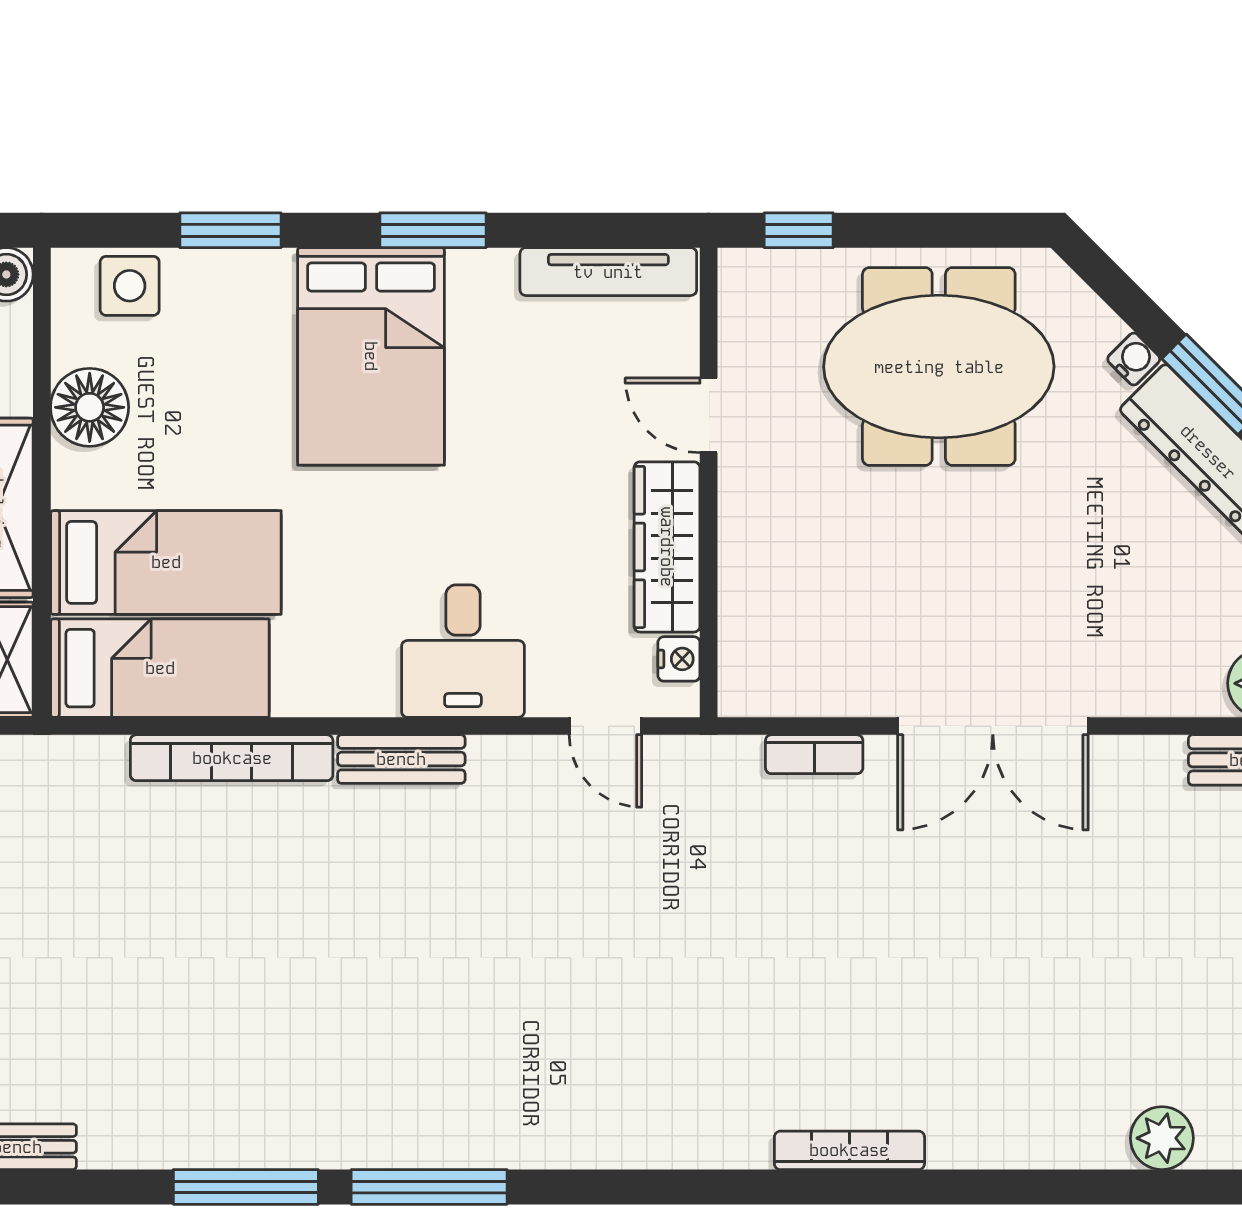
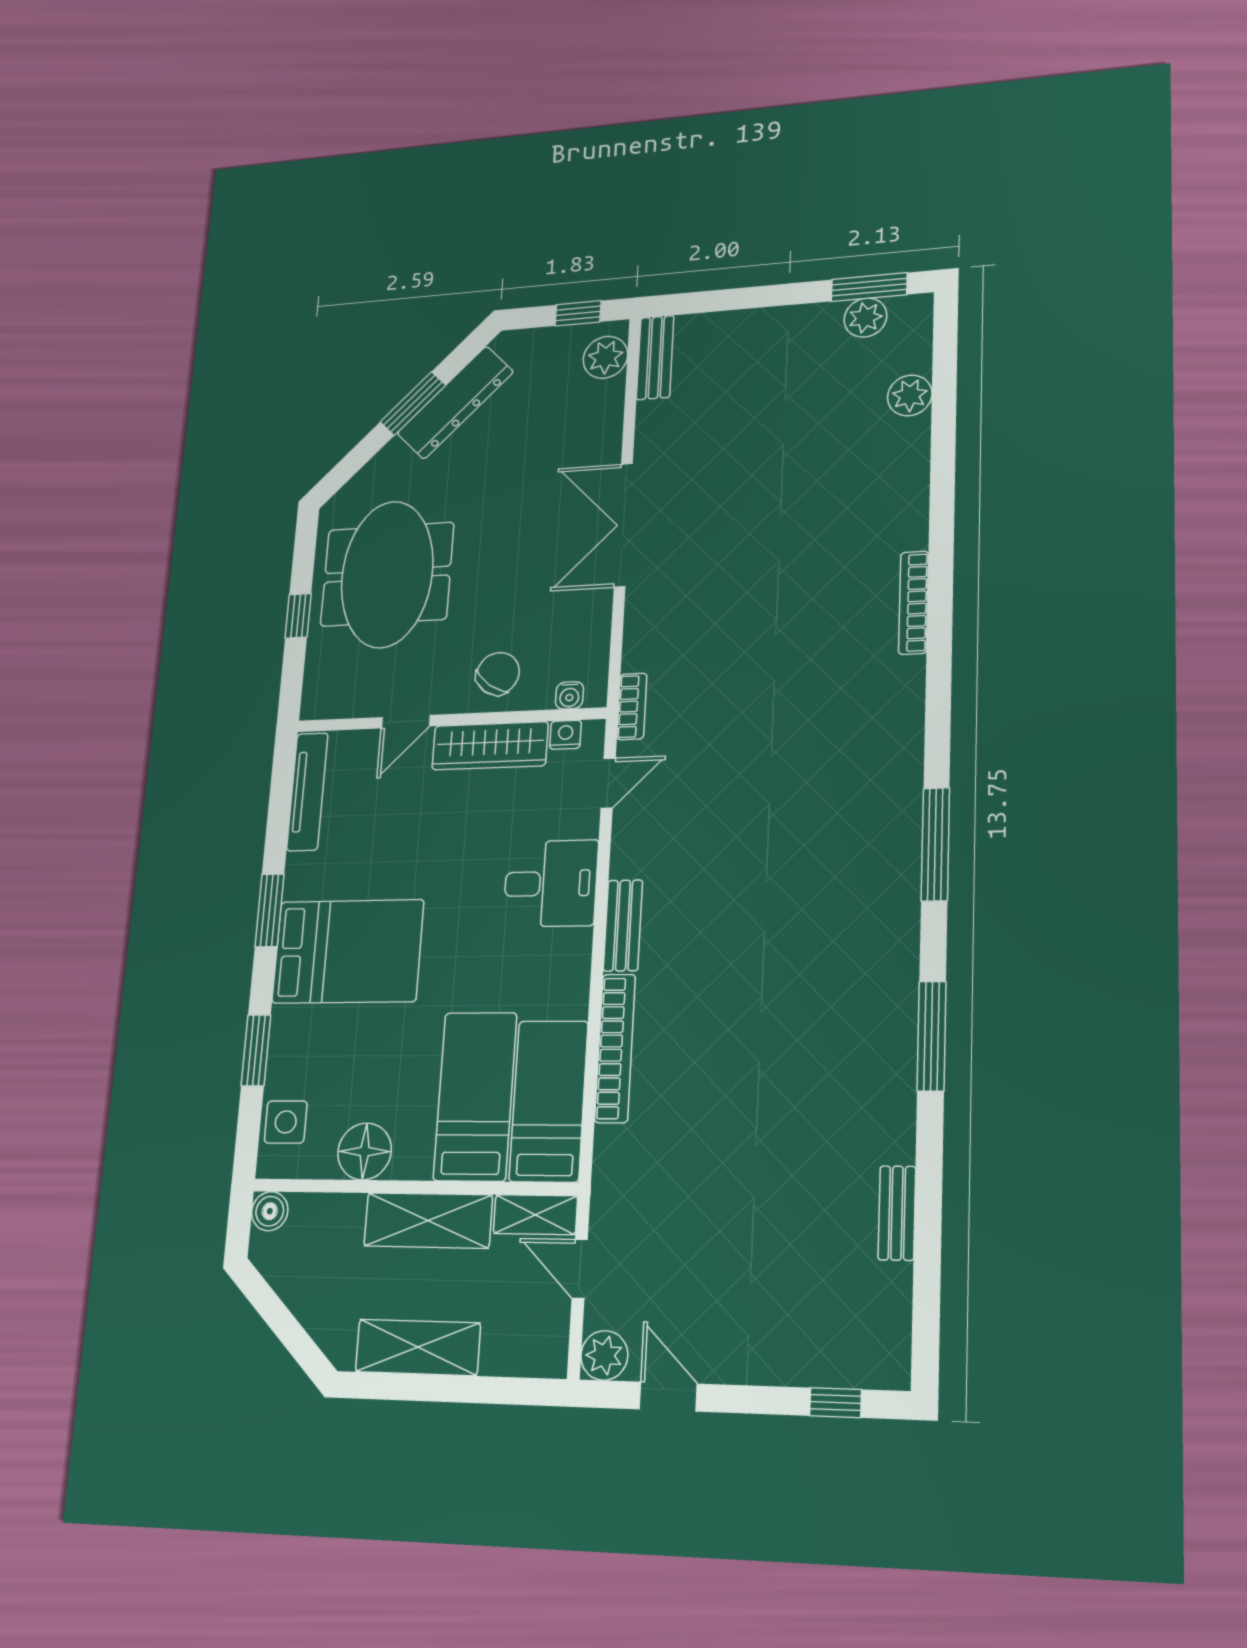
window: (799, 230) -> (298, 616), moved
water cooler: (1134, 359) -> (569, 695), moved, turned -135
chair: (775, 551) -> (498, 674), added
double door: (993, 726) -> (623, 525), swing flipped
bookcase: (814, 754) -> (632, 706), moved
window: (429, 1187) -> (935, 844), moved

